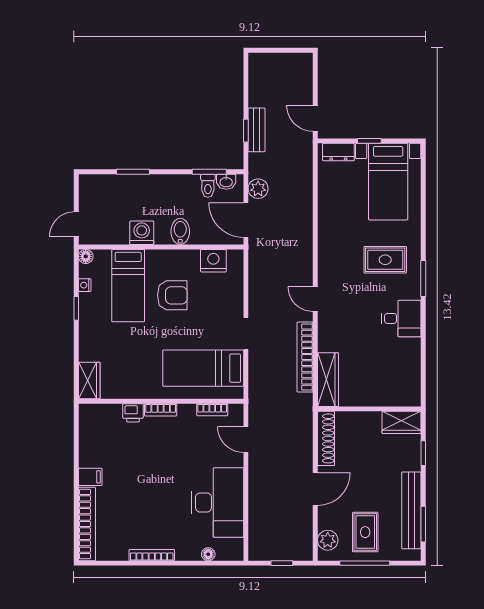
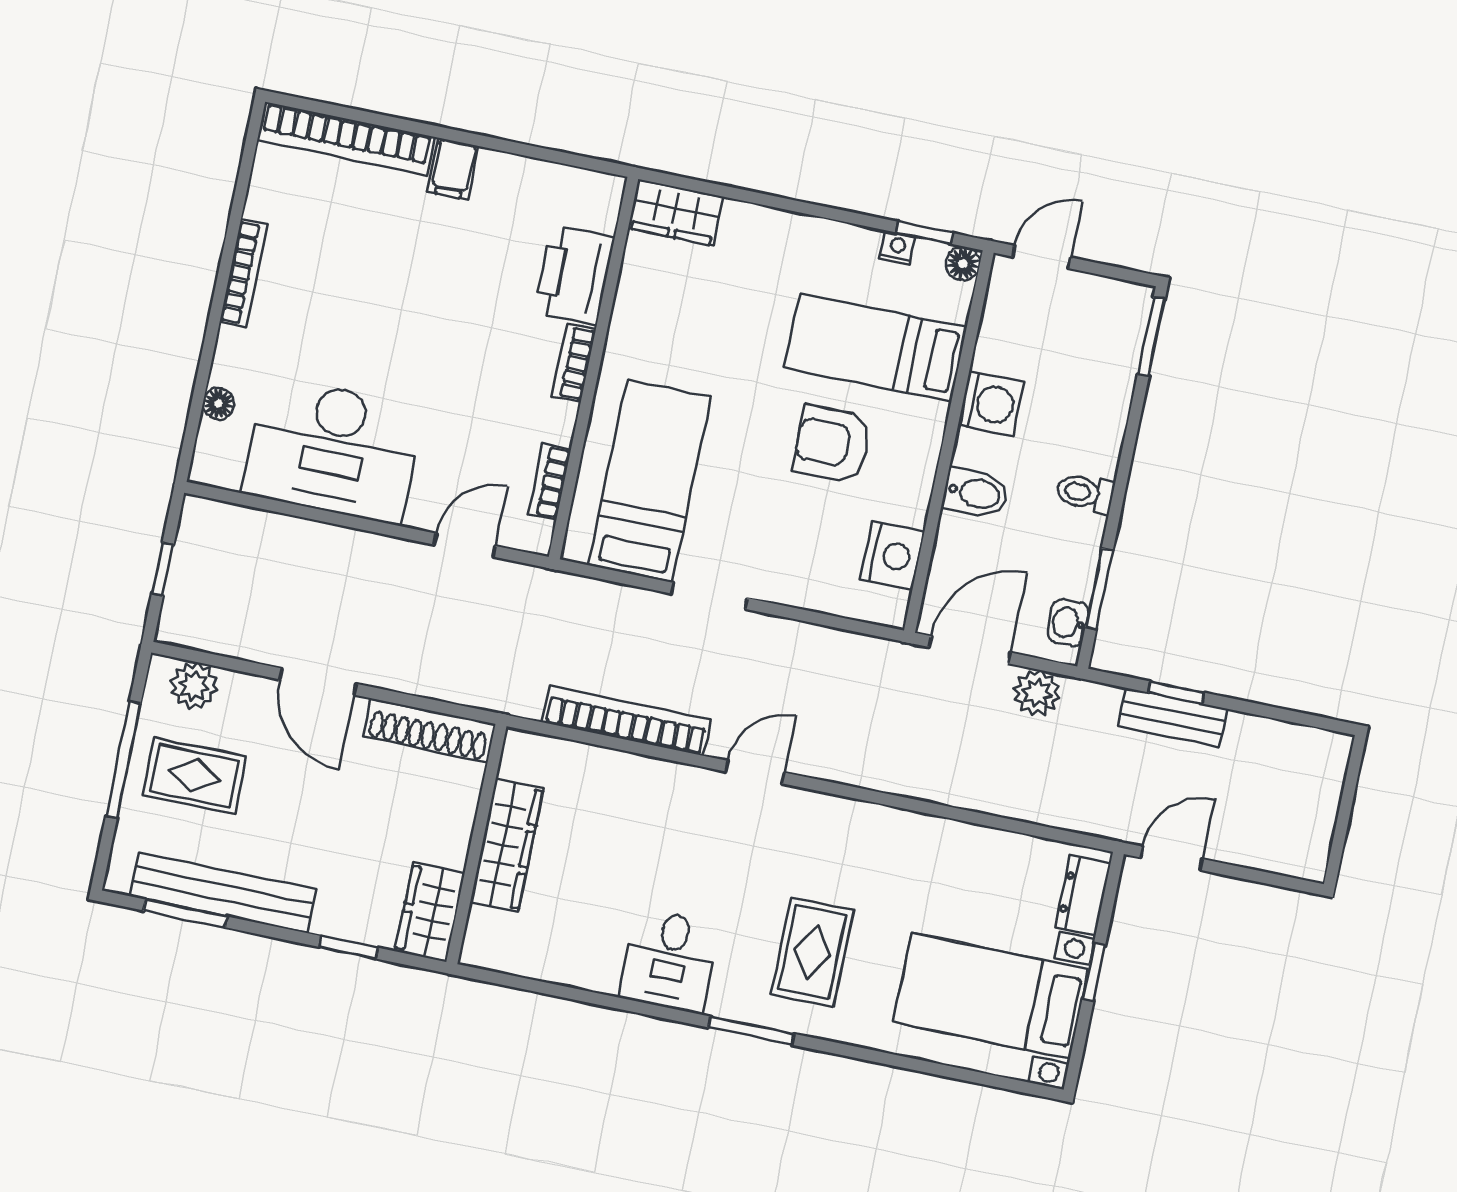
window: (133, 172) -> (1151, 336), moved
toilet: (208, 186) -> (1085, 493), moved
door: (76, 224) -> (1042, 257), hinge flipped
armchair: (172, 295) -> (832, 444), turned 90
window: (76, 308) -> (924, 233), moved
wardrobe: (328, 380) -> (507, 845), moved, turned -90
printer: (133, 413) -> (574, 275), width x1.87, depth x1.48

